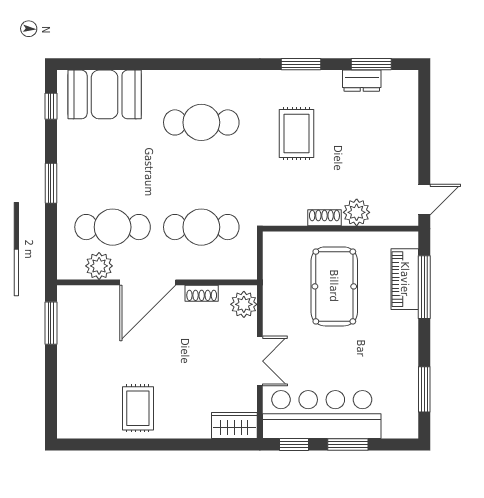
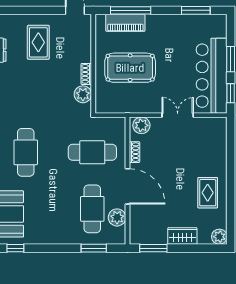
rug: (296, 133) -> (38, 42), moved, turned 90
window: (51, 183) -> (94, 248), moved
plant: (357, 212) -> (83, 94), moved
cafe table: (201, 227) -> (92, 152), turned 90
rug: (138, 408) -> (208, 193), turned 90
wardrobe: (234, 425) -> (182, 236), moved, turned 90
plant: (69, 427) -> (219, 237), added

